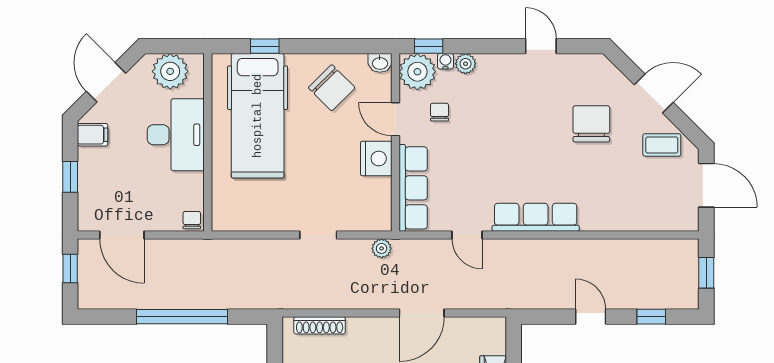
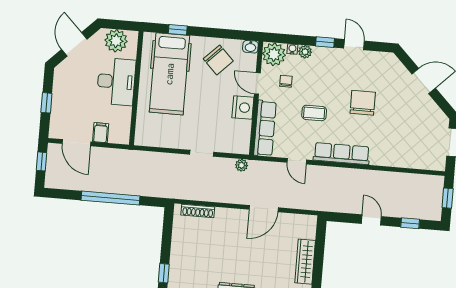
window: (429, 46) -> (325, 42), moved
chair: (591, 124) -> (363, 103), moved
filing cabinet: (93, 135) -> (101, 133), moved, turned -90
coffee table: (662, 145) -> (314, 113), moved
chair: (192, 220) -> (122, 137), removed

